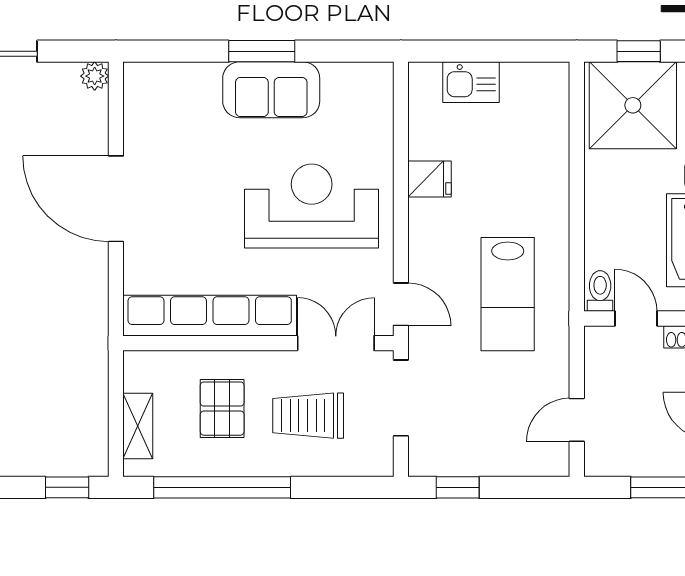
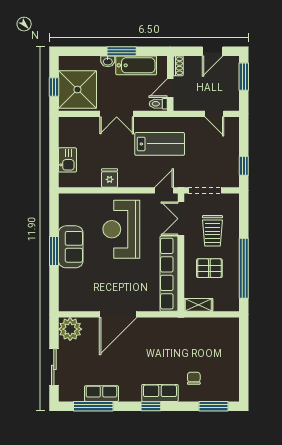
plant: (95, 76) -> (70, 329), width x1.88, depth x1.88
double door: (577, 195) -> (117, 114), added
shelving: (138, 426) -> (198, 305), moved
window: (67, 487) -> (244, 336), removed

